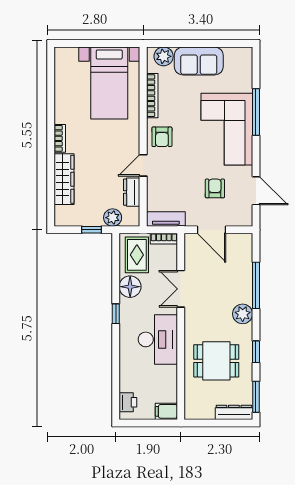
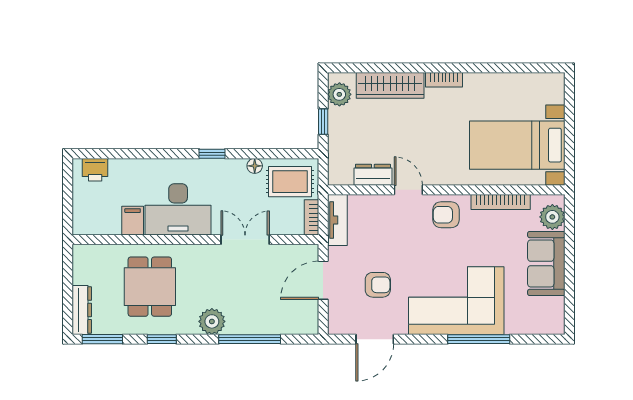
plant: (113, 218) -> (339, 94), moved
floor lamp: (130, 287) -> (255, 166), width x0.53, depth x0.53
filing cabinet: (166, 411) -> (133, 221), moved

